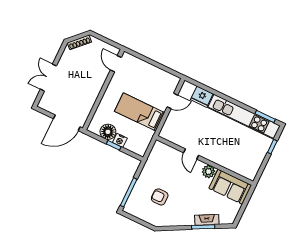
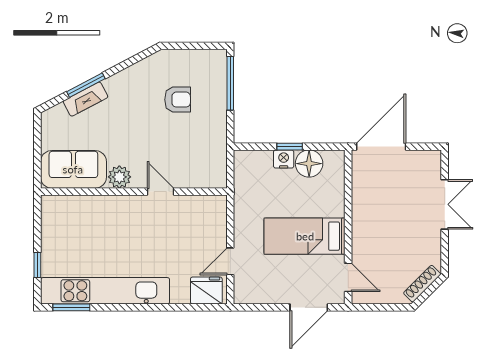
door: (143, 58) -> (309, 307), added
fridge: (202, 97) -> (206, 291), moved
bed: (140, 112) -> (305, 236), moved, turned 180

